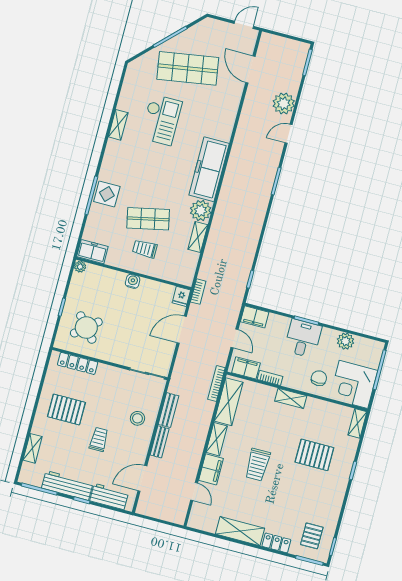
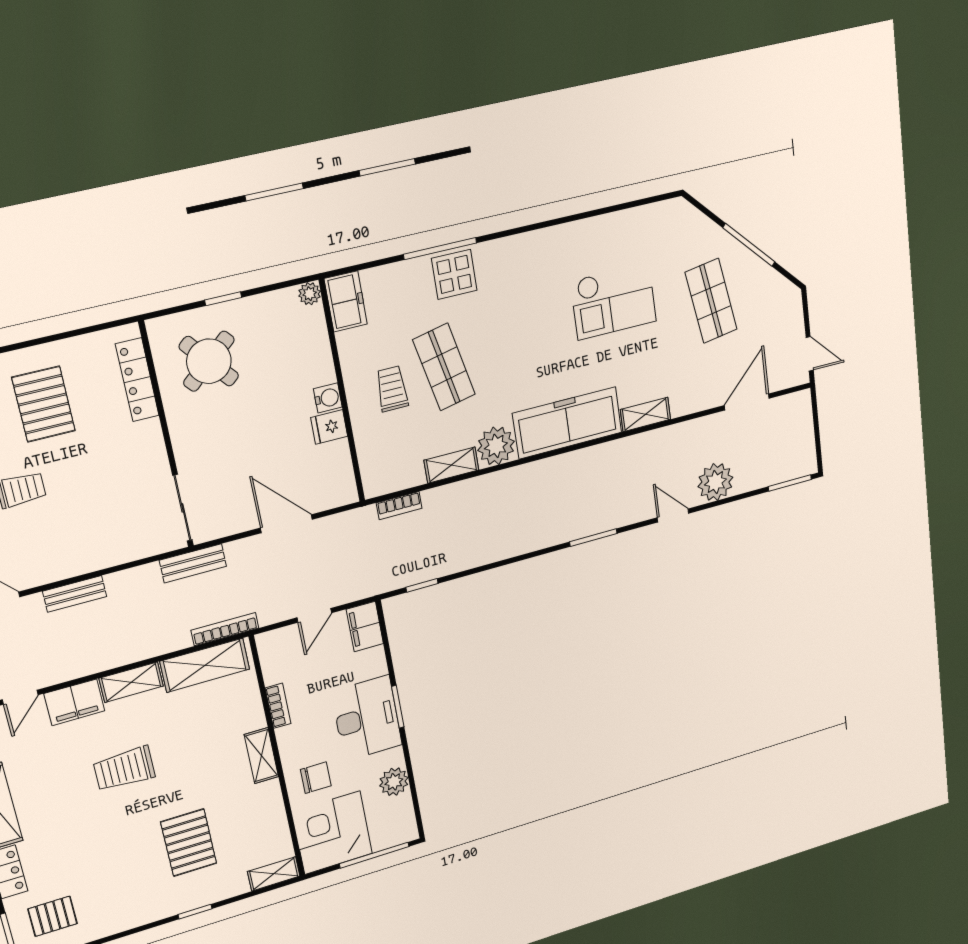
shop shelf: (188, 68) -> (711, 301), width x0.70, depth x0.74
shelving: (118, 125) -> (645, 414), moved
bookcase: (198, 292) -> (399, 506), moved
fridge: (181, 296) -> (329, 427), moved
desk: (303, 339) -> (367, 718), width x1.37
filing cabinet: (246, 368) -> (275, 660), removed
bench: (168, 410) -> (193, 563), moved
stool: (137, 418) -> (96, 535), removed

